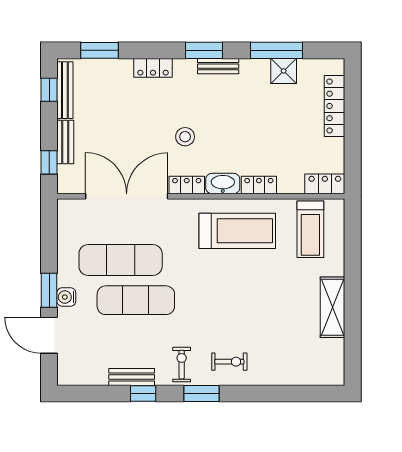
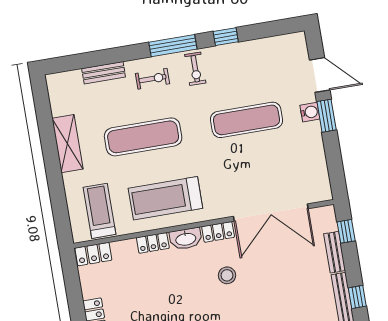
exercise mat: (121, 260) -> (143, 137), moved
exercise bike: (229, 362) -> (153, 79), turned 180
bench: (132, 377) -> (104, 73), moved
window: (201, 394) -> (173, 46), width x1.44

